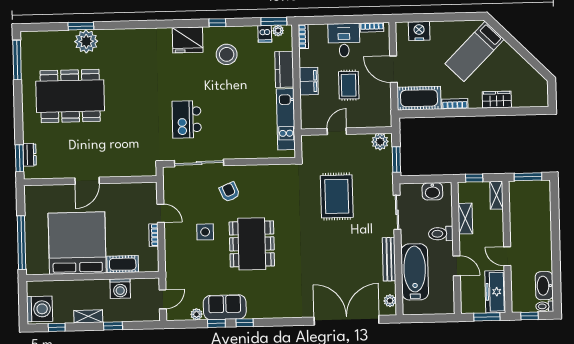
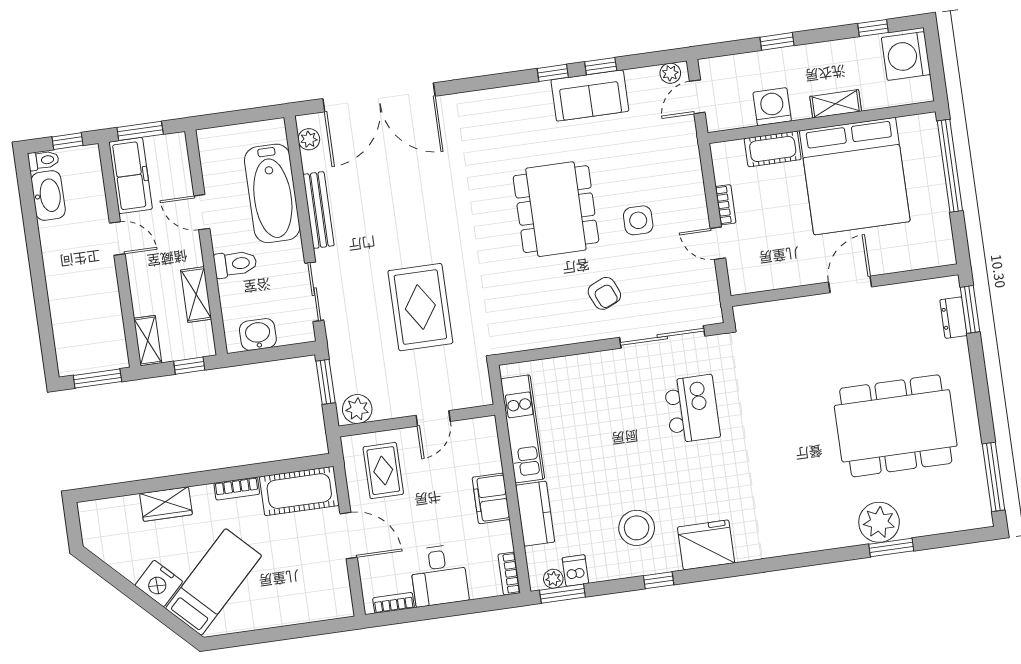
nightstand: (419, 31) -> (159, 583), moved, turned 45
rug: (349, 85) -> (383, 471), moved
plant: (197, 314) -> (670, 73), moved
shelving: (88, 316) -> (836, 104), moved

